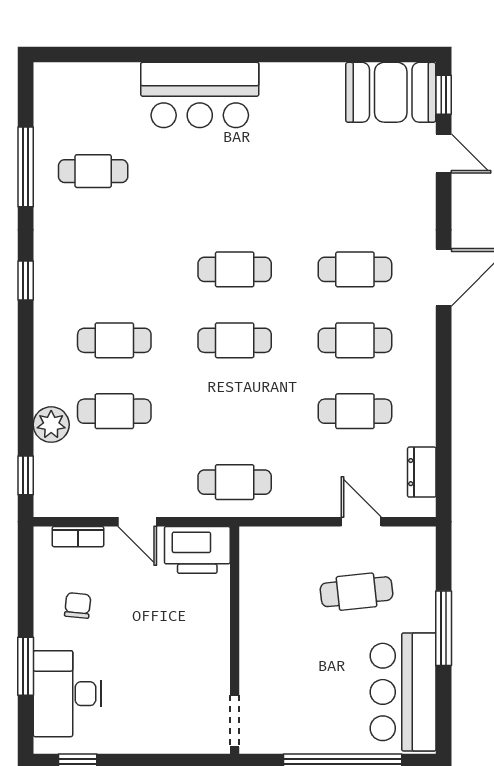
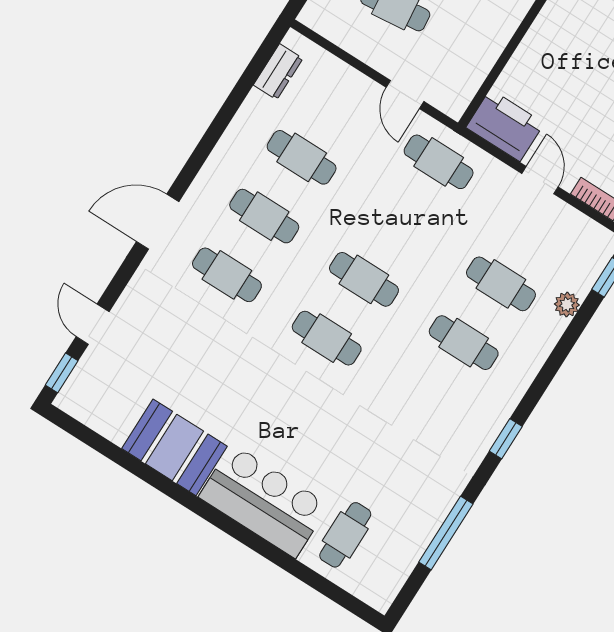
booth: (391, 92) -> (175, 447), moved
cafe table: (93, 171) -> (345, 535), moved, turned 90
plant: (51, 425) -> (567, 305), width x0.73, depth x0.73
door: (361, 522) -> (405, 94), moved

